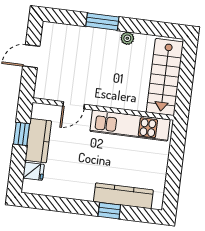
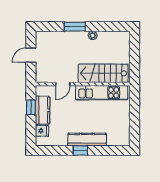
stairs: (165, 77) -> (103, 73), moved, turned 90
kitchen counter: (123, 196) -> (87, 140), moved
window: (109, 211) -> (80, 151), moved

